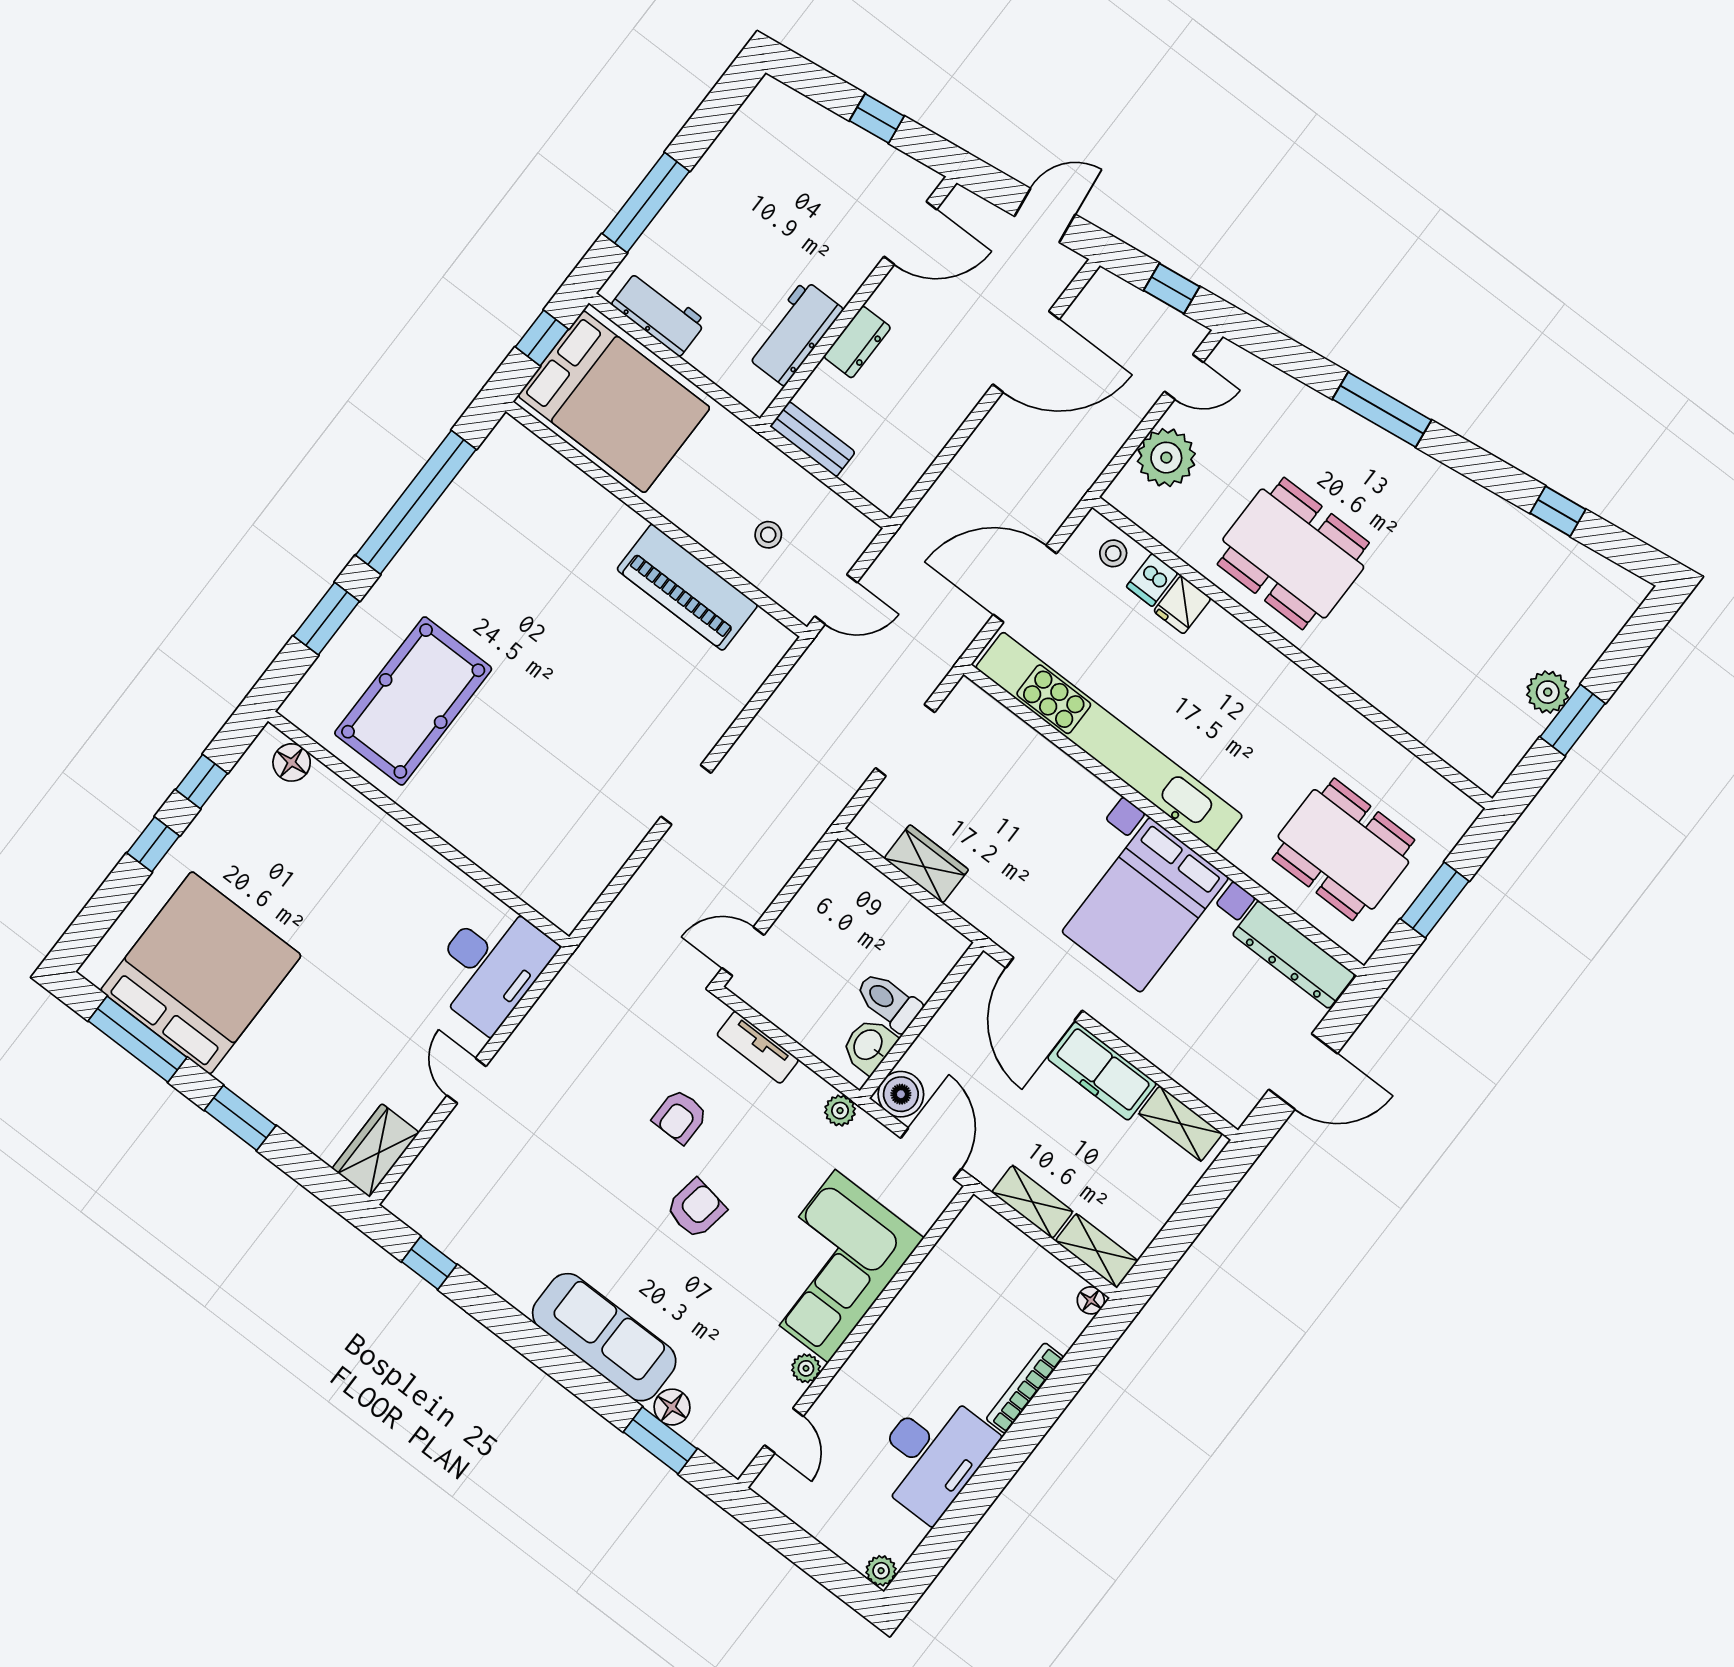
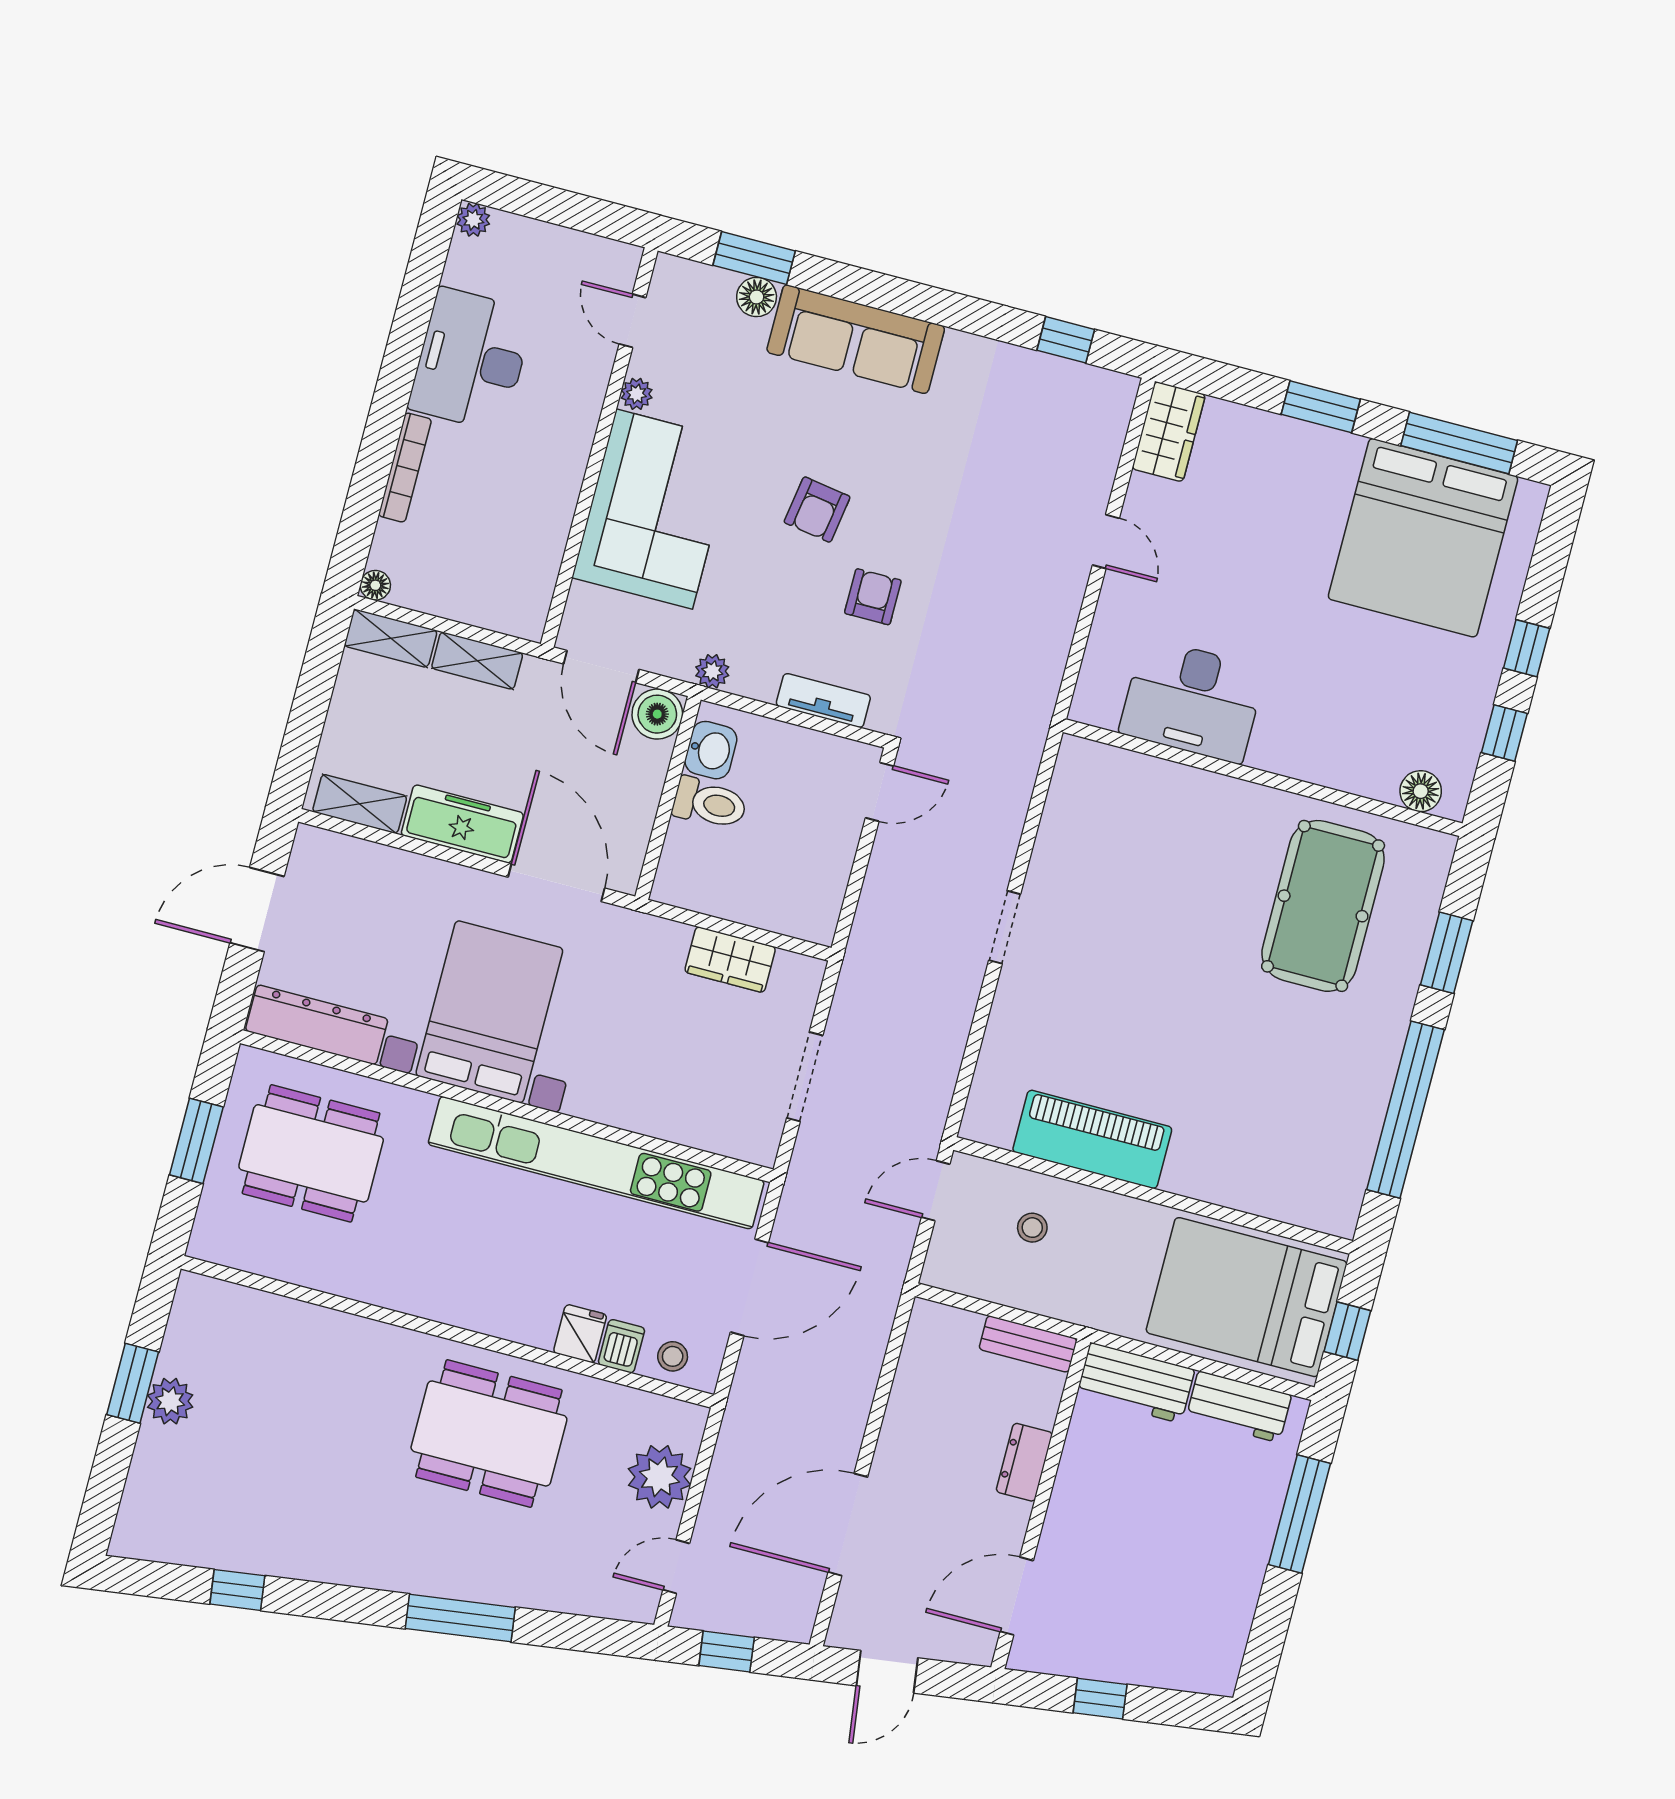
workbench: (794, 333) -> (1135, 1383), moved, turned 90
desk: (490, 965) -> (1192, 700), moved, turned -90

